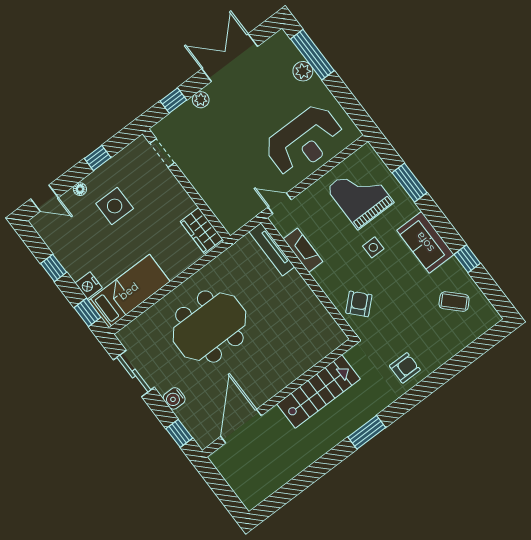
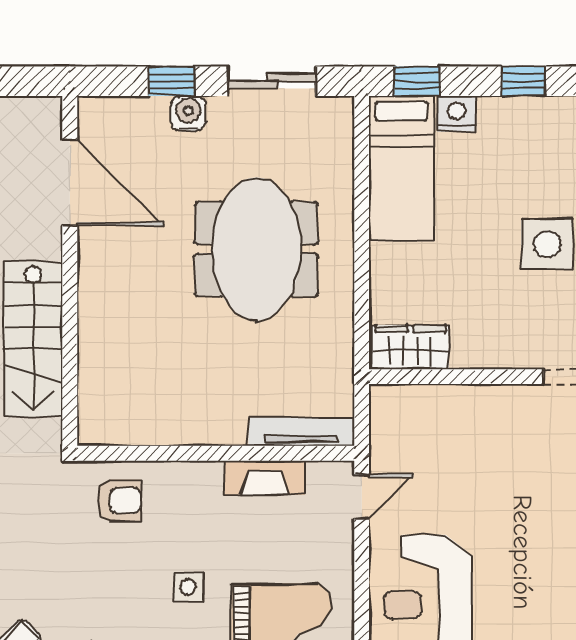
armchair: (359, 304) -> (119, 501), turned -47
window: (179, 433) -> (171, 81), moved

